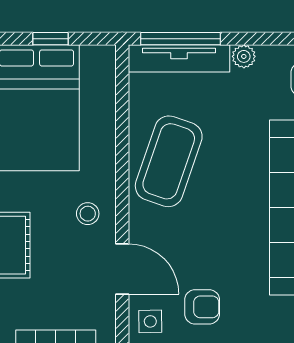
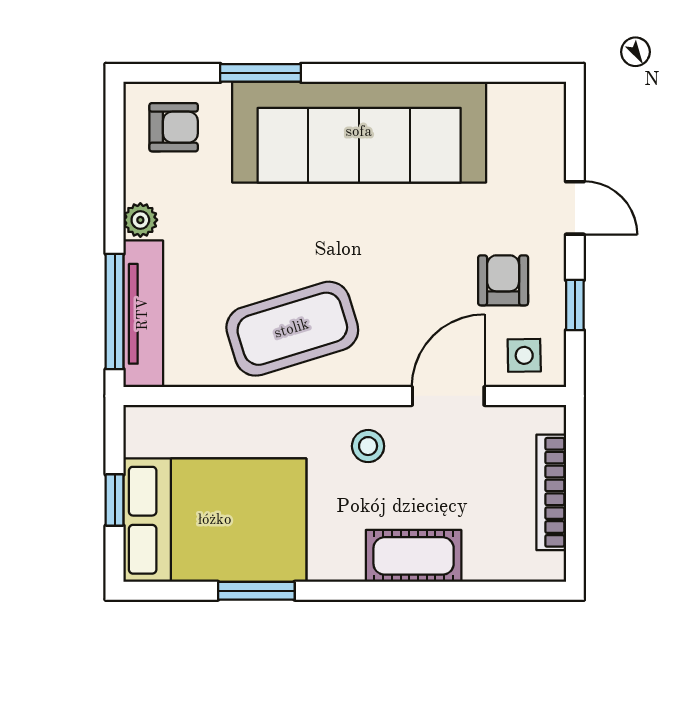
coffee table: (169, 161) -> (292, 329), turned -36

